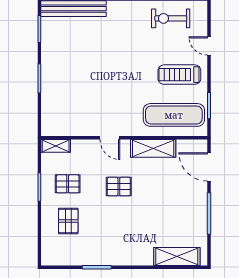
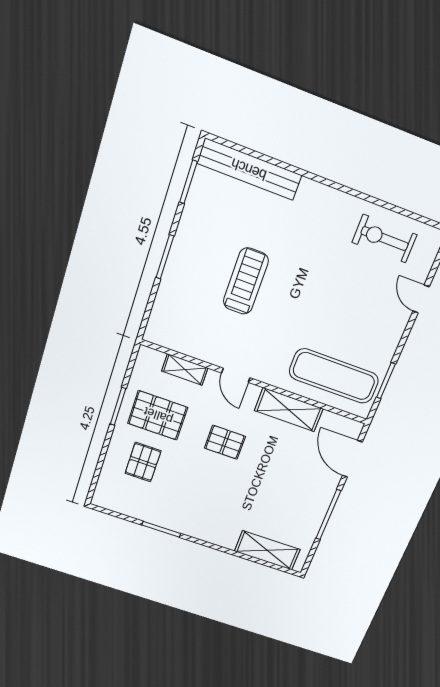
treadmill: (179, 75) -> (246, 281), moved, turned 90
shelving: (56, 146) -> (185, 369), moved
pallet: (68, 184) -> (158, 415), width x1.50, depth x1.42

